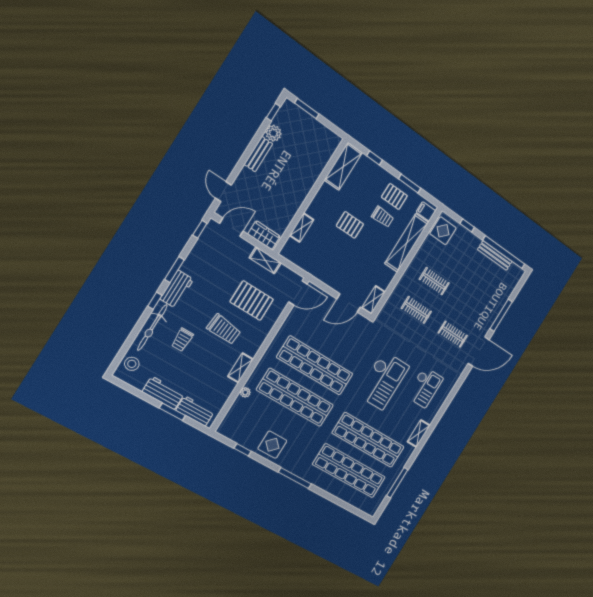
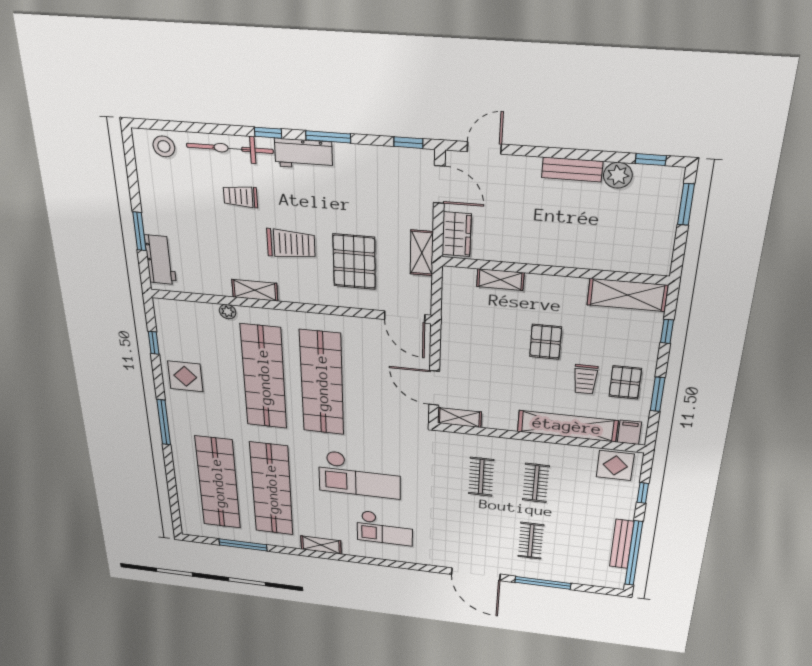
trolley: (224, 329) -> (291, 244), turned -95
clothes rail: (453, 334) -> (531, 541), moved
workbench: (163, 393) -> (155, 207), removed

